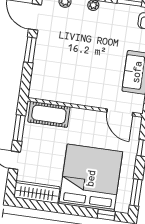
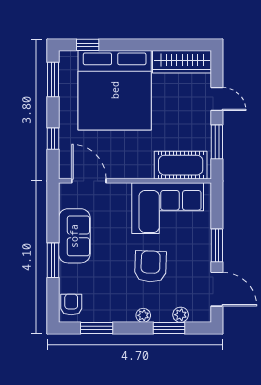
armchair: (83, 41) -> (150, 266), added
corner sofa: (63, 83) -> (168, 208), added

